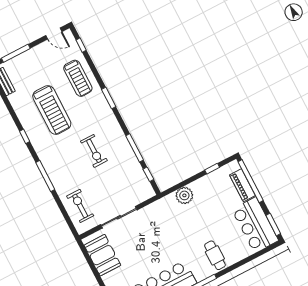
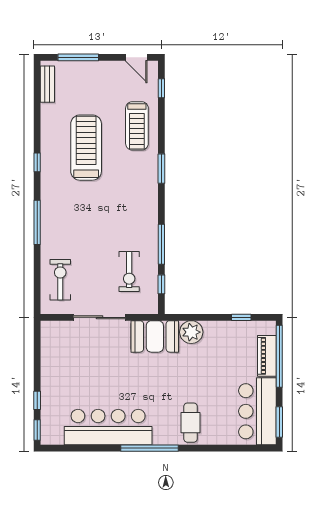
treadmill: (52, 110) -> (86, 148), turned 180
exercise bike: (94, 151) -> (129, 271), moved
booth: (102, 255) -> (155, 336), moved, turned 90

